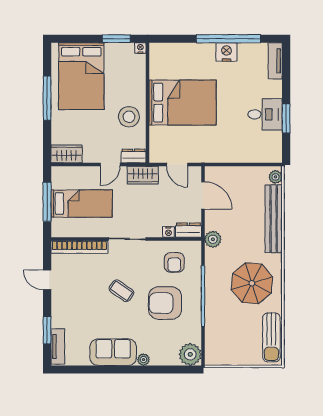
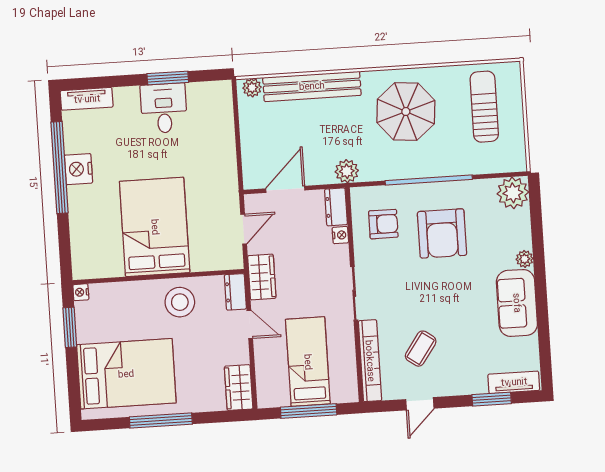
coffee table: (121, 291) -> (421, 349), moved
sun lounger: (271, 337) -> (484, 107), moved, turned -90

